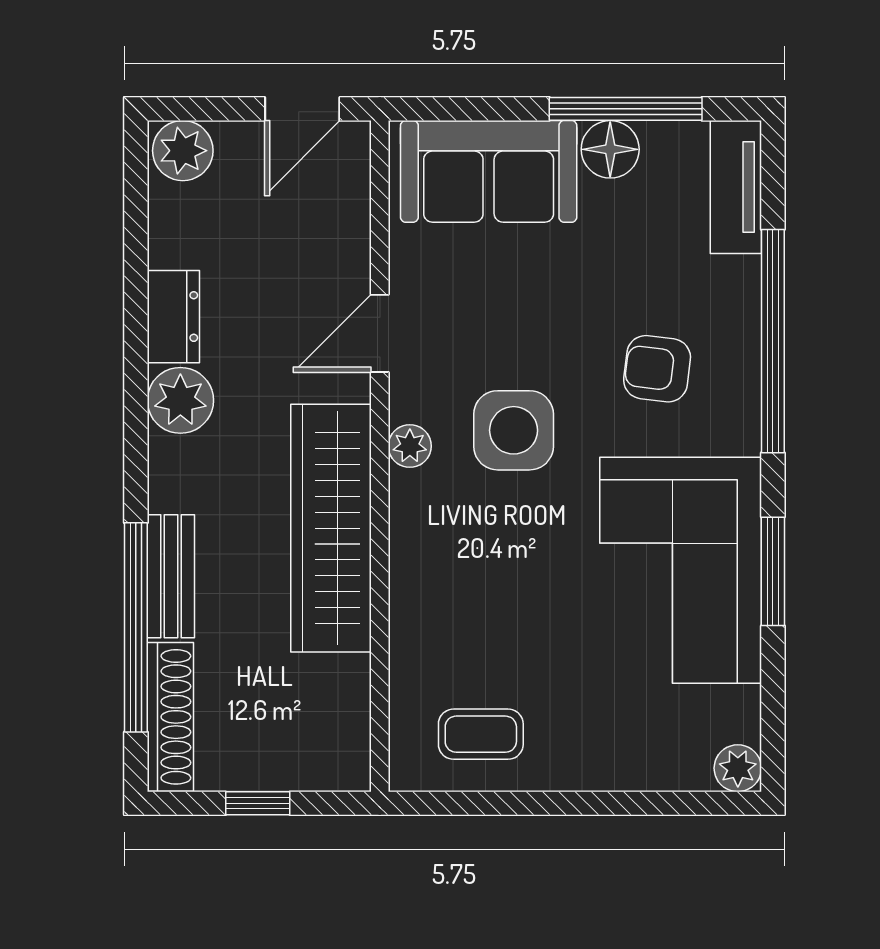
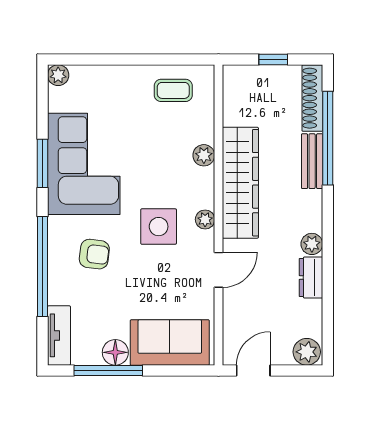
plant: (180, 400) -> (312, 244), width x0.73, depth x0.73
plant: (413, 589) -> (204, 155), added

